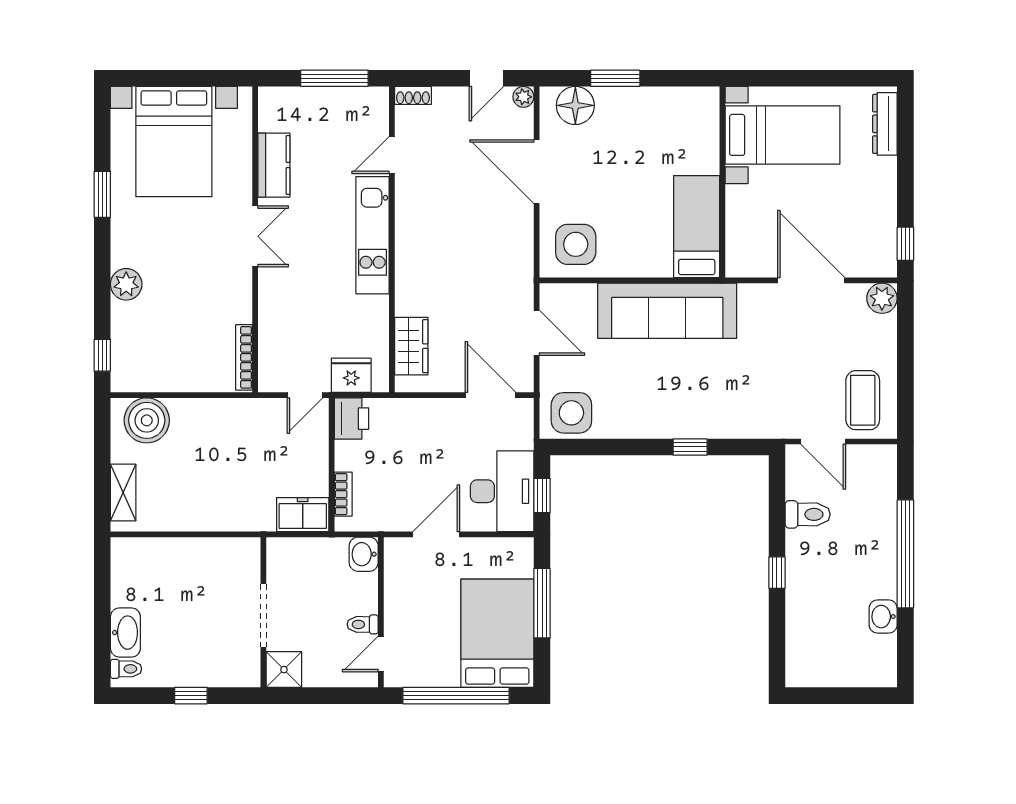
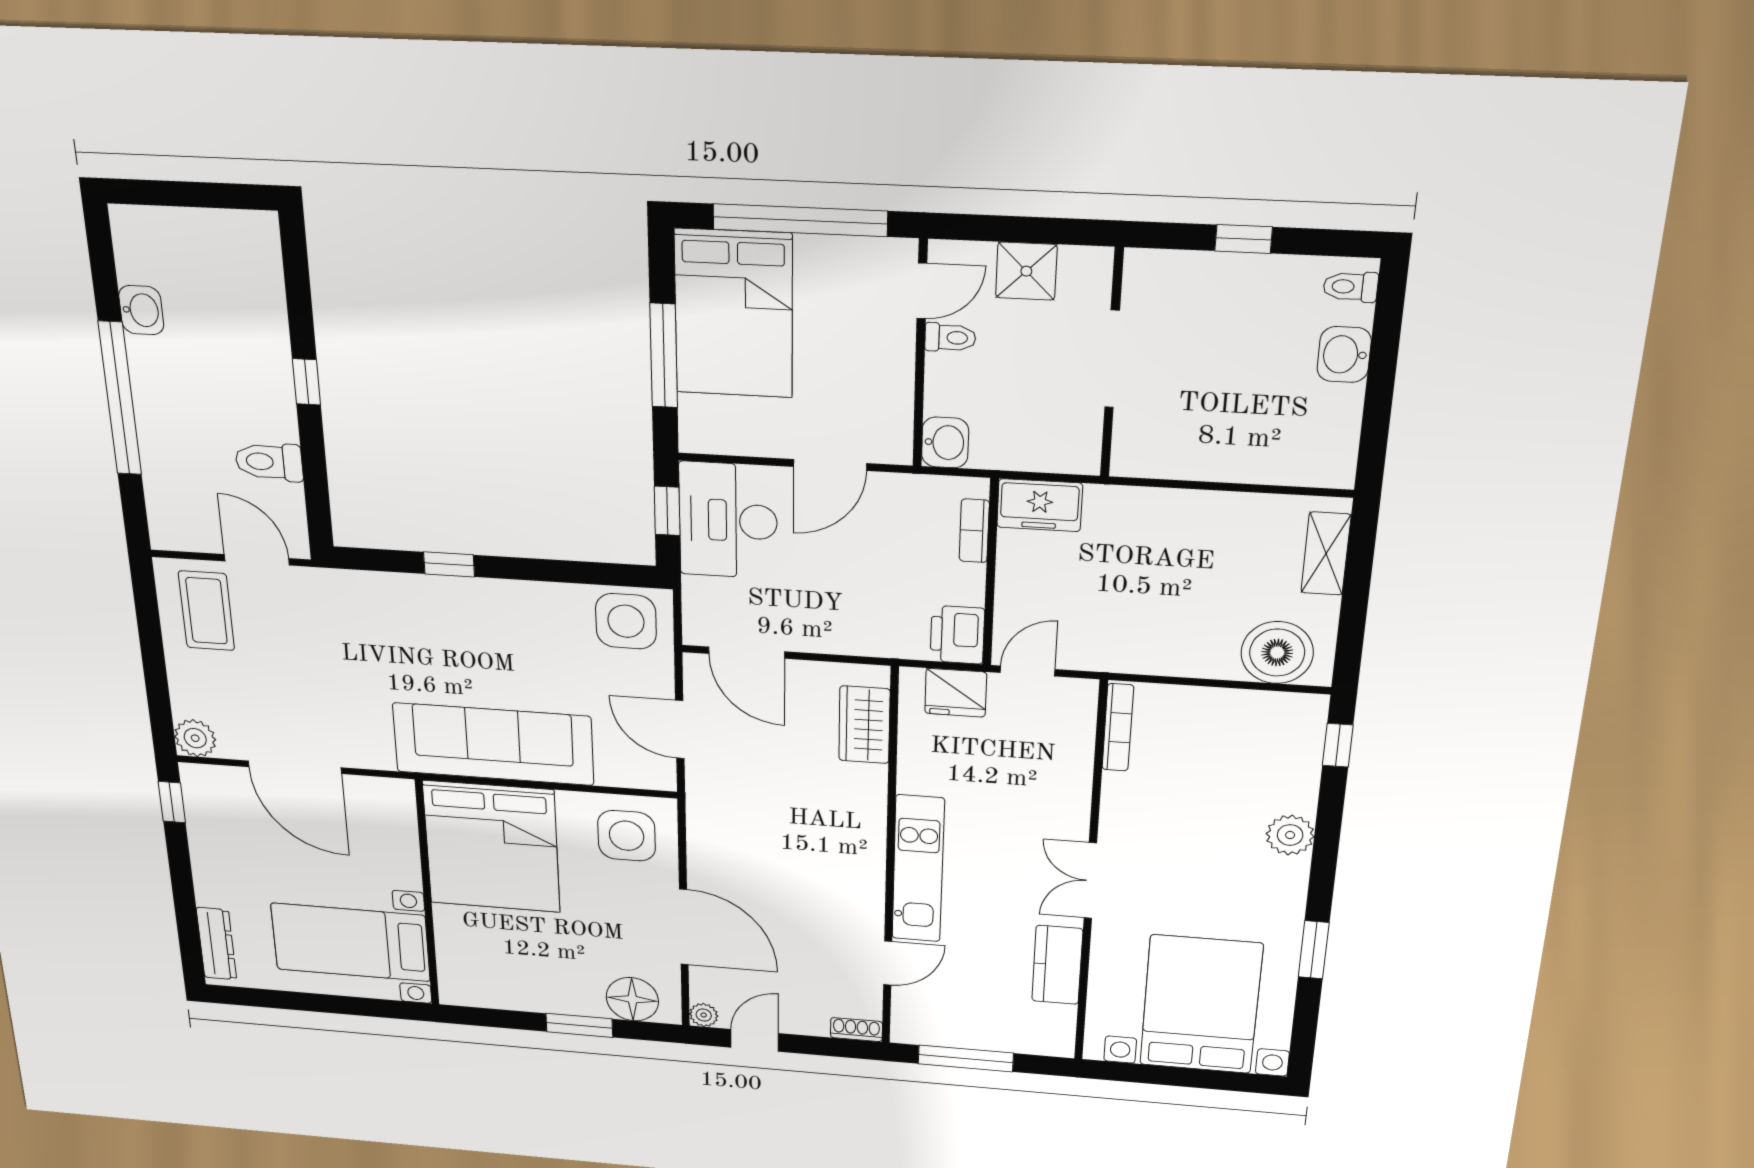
bed: (697, 227) -> (492, 847), width x2.04
washbasin: (125, 633) -> (1344, 355), width x0.72
shower: (284, 670) -> (1026, 271), moved

